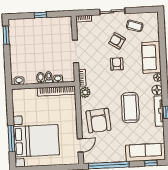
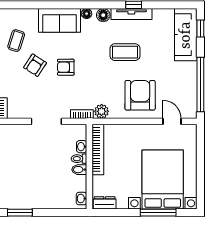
dresser: (17, 98) -> (105, 203), added
coffee table: (130, 108) -> (125, 52), width x0.73, depth x0.76
armchair: (99, 121) -> (140, 95), turned -85

